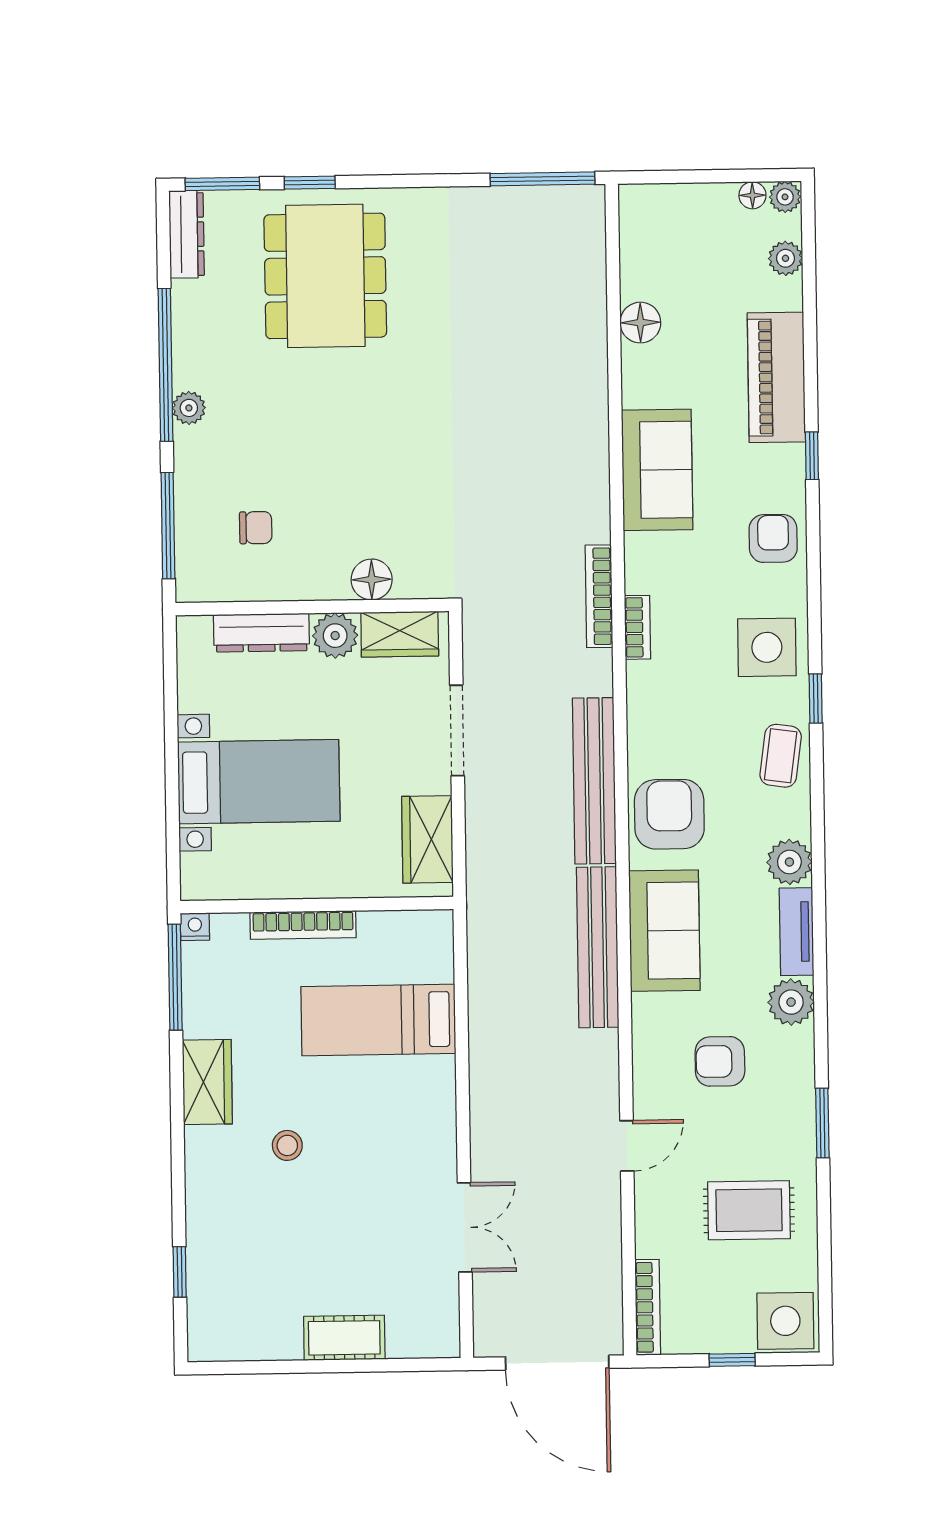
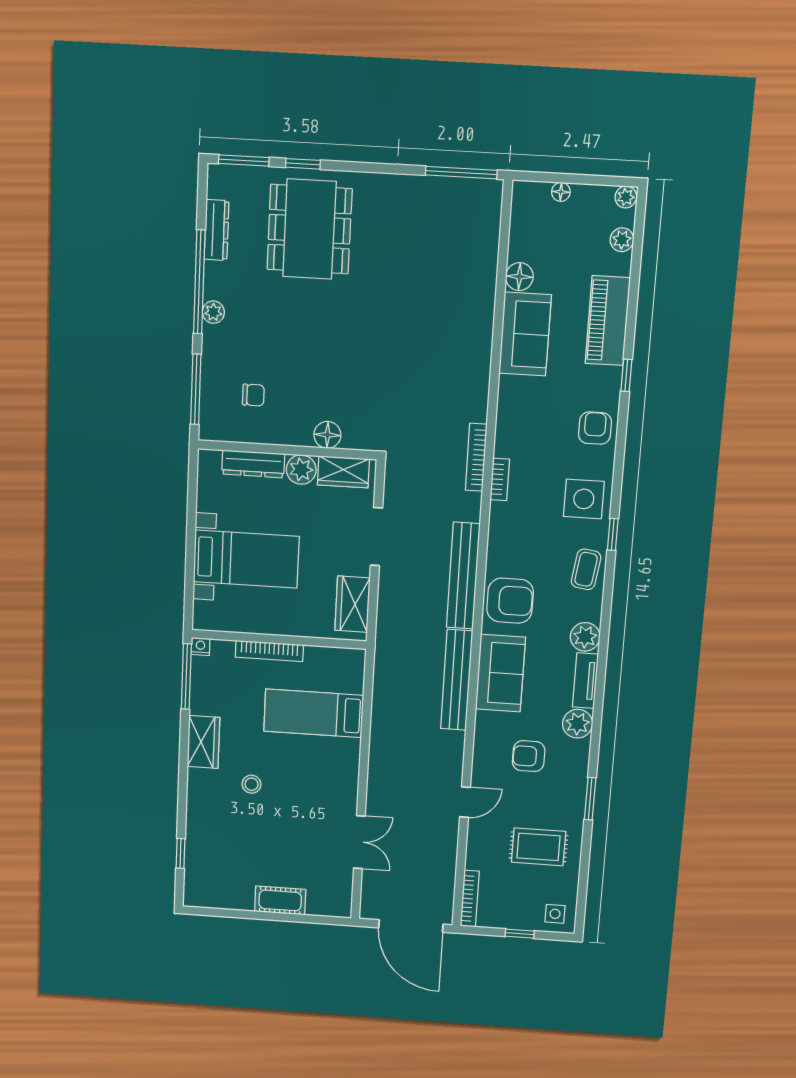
floor lamp: (752, 195) -> (561, 192), moved
dresser: (187, 234) -> (217, 230), moved
sofa: (657, 470) -> (525, 334), moved
armchair: (669, 814) -> (510, 601), turned 90
side table: (785, 1321) -> (555, 914), width x0.54, depth x0.54

